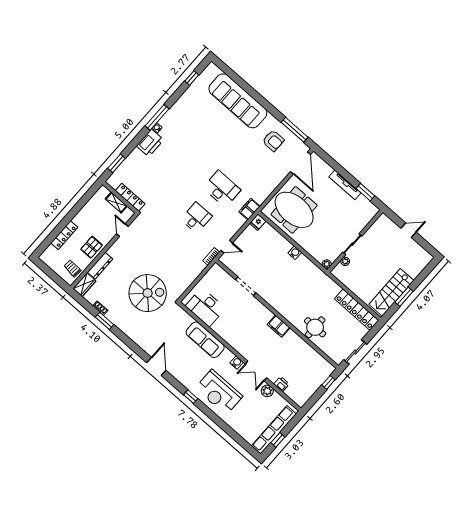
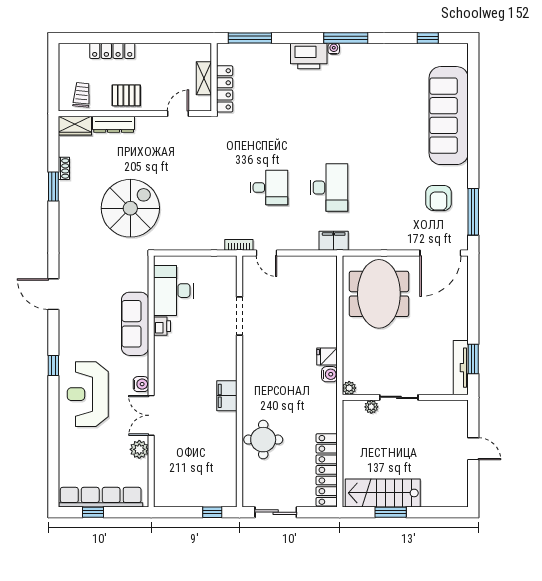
window: (116, 163) -> (250, 38), width x1.44
tv unit: (345, 185) -> (461, 368), moved
fridge: (258, 222) -> (327, 357), moved
water cooler: (295, 253) -> (329, 374), moved
spiral stairs: (148, 293) -> (130, 208), turned -90
door: (156, 366) -> (53, 294), swing flipped
printer: (281, 384) -> (162, 326), moved

